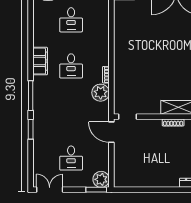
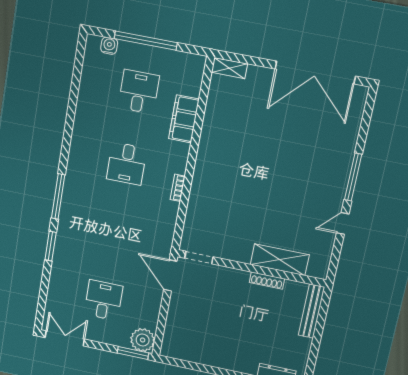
desk: (71, 20) -> (139, 92), turned 180
filing cabinet: (40, 61) -> (184, 119), moved, turned 180
plant: (101, 93) -> (165, 213), removed
desk: (71, 158) -> (103, 300), turned 180

